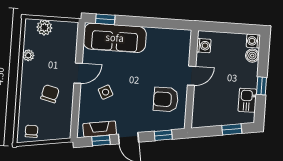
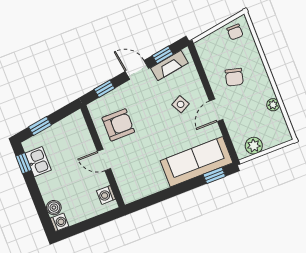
plant: (44, 27) -> (254, 146), moved
door: (192, 76) -> (104, 160), hinge flipped
window: (262, 86) -> (24, 163), moved

